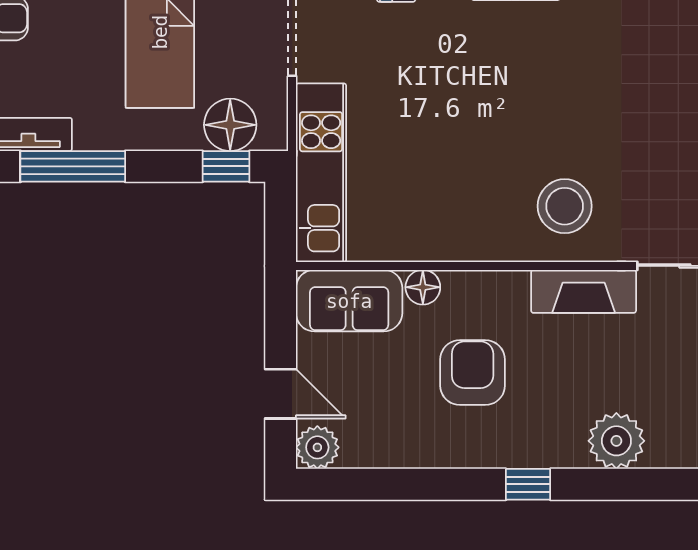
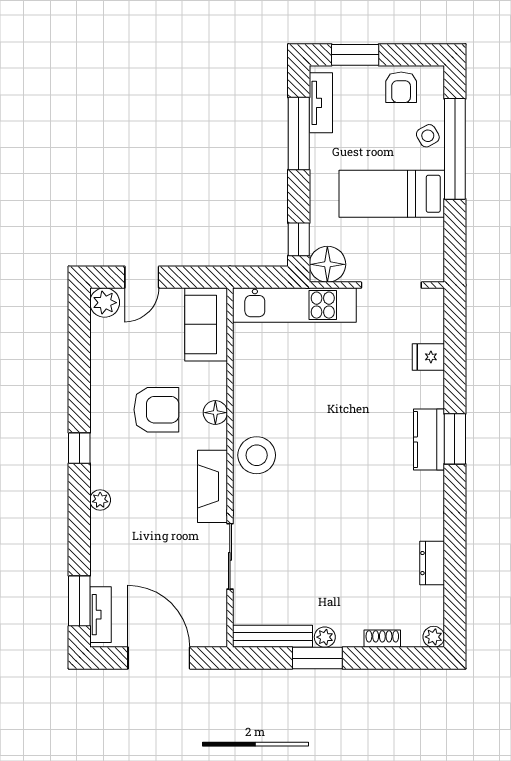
floor lamp: (230, 125) -> (327, 264), moved
stool: (565, 206) -> (257, 455), moved
floor lamp: (423, 287) -> (215, 413), moved
plant: (616, 441) -> (100, 500), width x0.53, depth x0.53

